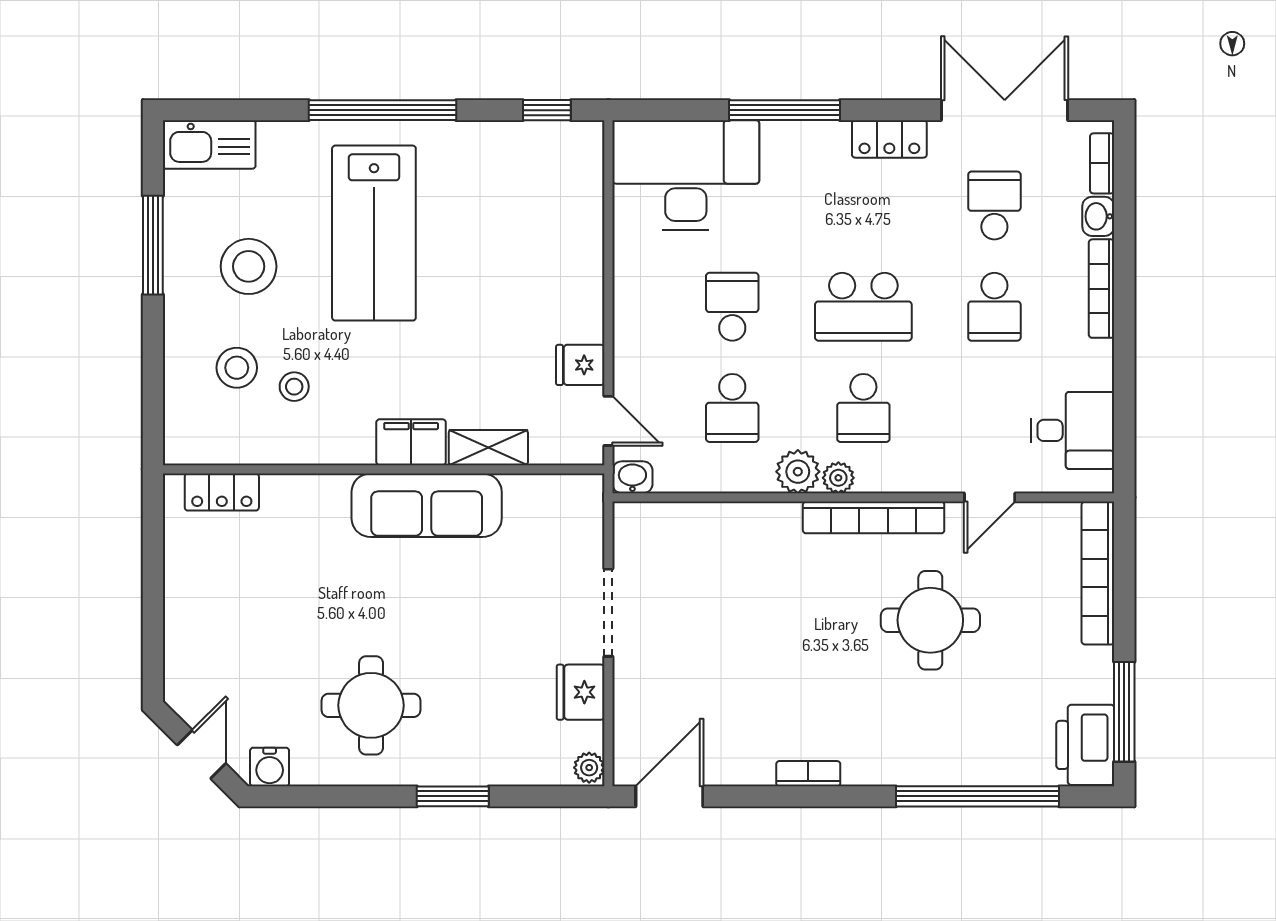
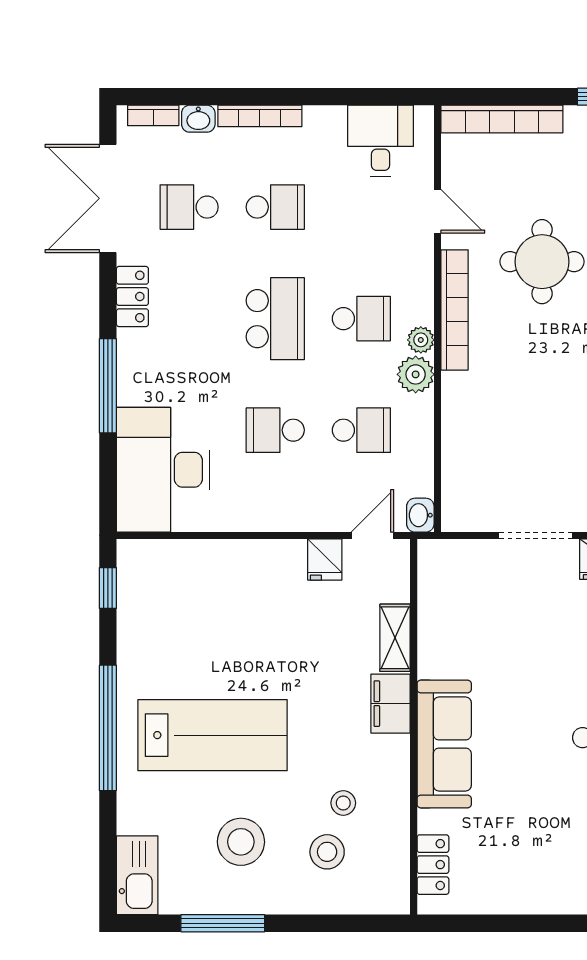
sofa: (427, 505) -> (444, 744), moved

